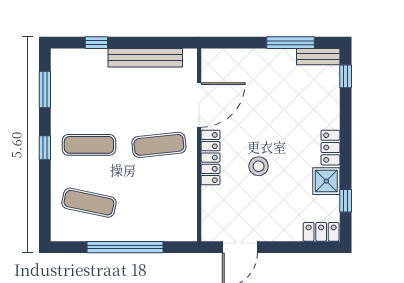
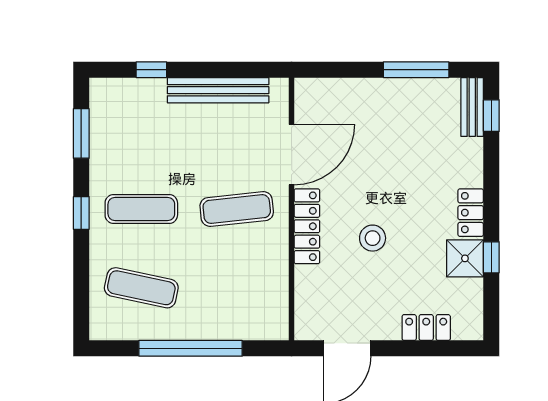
bench: (318, 57) -> (472, 107), moved, turned 90
window: (346, 201) -> (491, 257), moved
locker: (321, 232) -> (426, 328), moved

